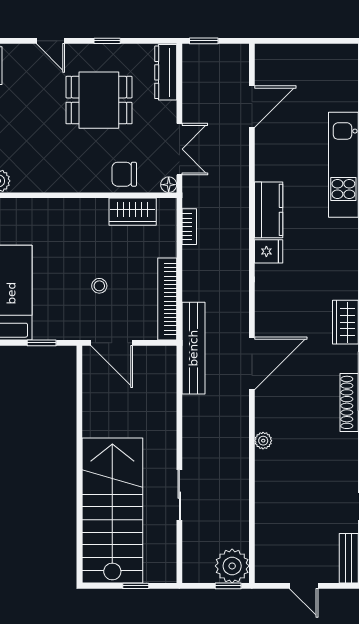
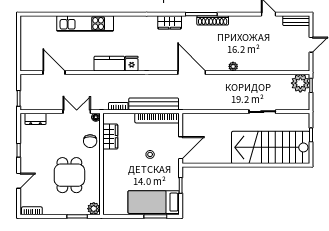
dresser: (166, 72) -> (35, 119), width x0.70
dining table: (99, 100) -> (69, 175), moved
bench: (193, 348) -> (154, 104), moved

